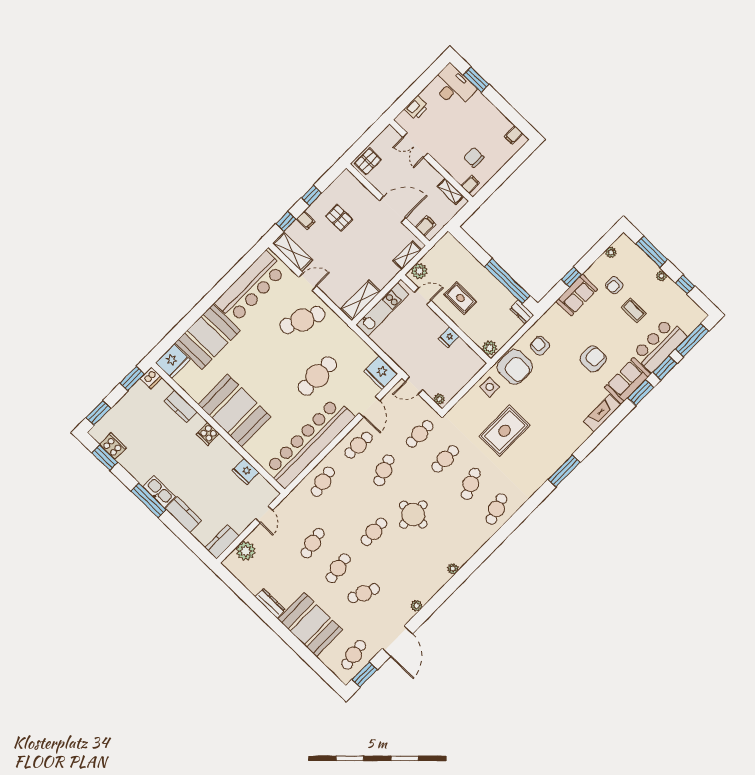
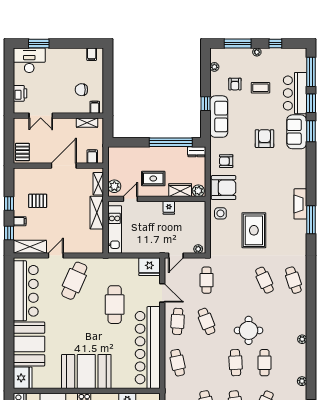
sofa: (577, 295) -> (219, 117), width x1.36
shelving: (361, 300) -> (97, 213), moved
wardrobe: (474, 332) -> (180, 190), added
fireplace: (602, 413) -> (300, 204), moved
cafe table: (445, 459) -> (264, 363), moved

